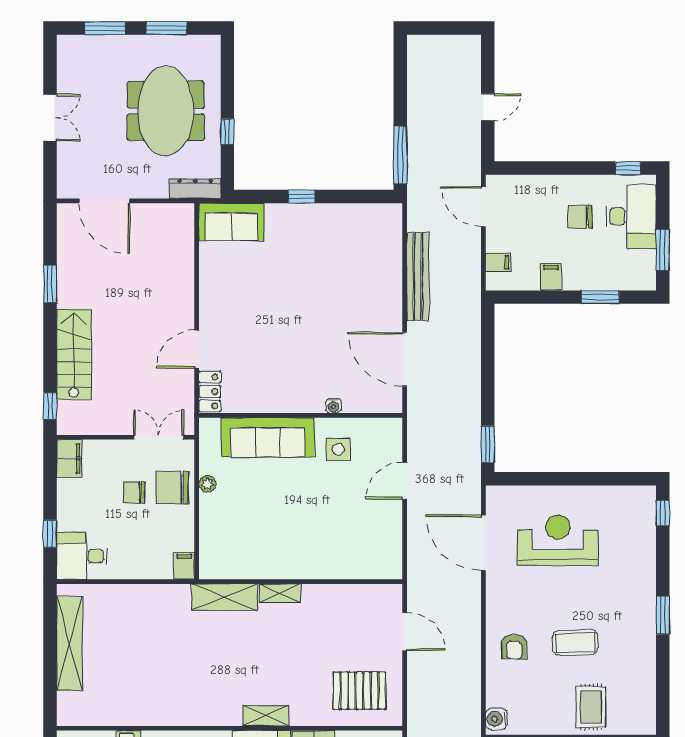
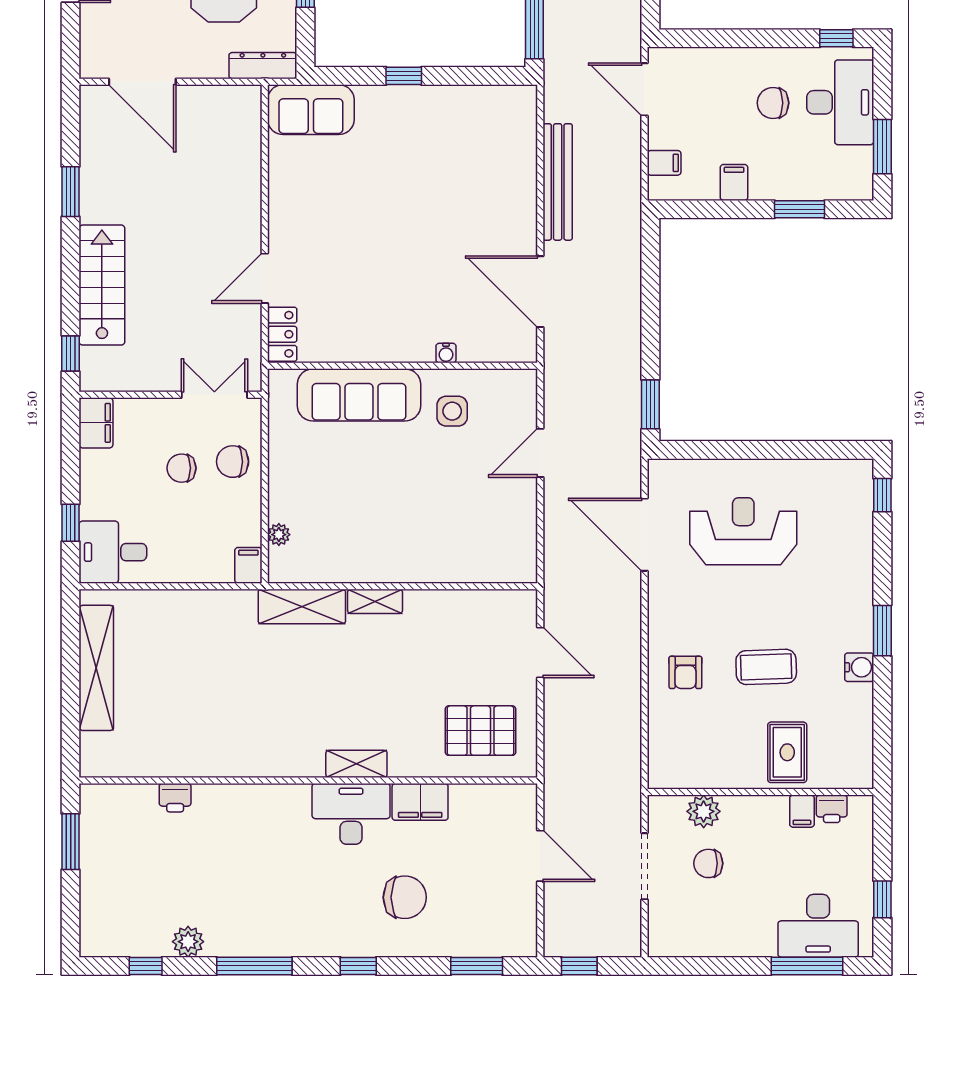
plant: (207, 484) -> (279, 535), moved
chair: (172, 488) -> (233, 462), width x0.73, depth x0.73
water cooler: (496, 719) -> (859, 667), moved, turned 180

